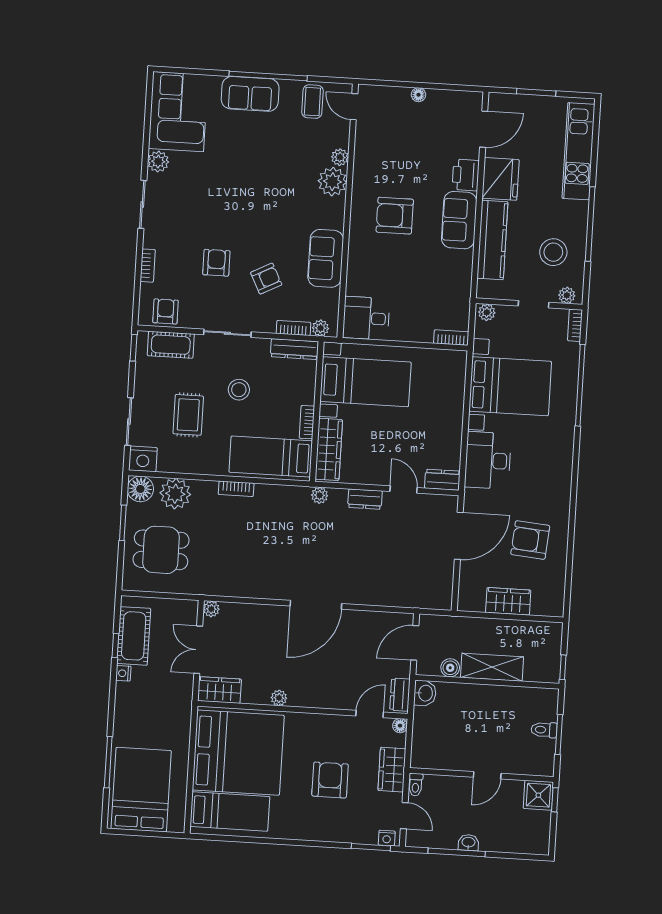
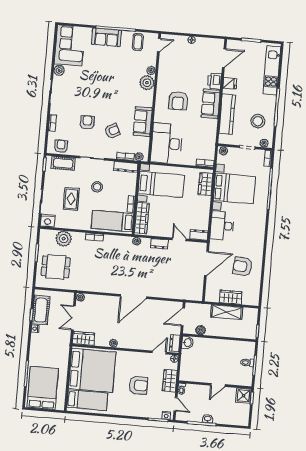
door: (354, 107) -> (159, 45), swing flipped
fridge: (501, 179) -> (230, 83), width x0.53, depth x0.75
armchair: (395, 216) -> (178, 101), turned -90
desk: (366, 318) -> (167, 143), width x1.87, depth x1.30
wardrobe: (453, 379) -> (206, 184), added
floor lamp: (140, 489) -> (46, 236), removed
shelving: (492, 667) -> (227, 312), moved
armchair: (330, 780) -> (138, 385), turned 90

